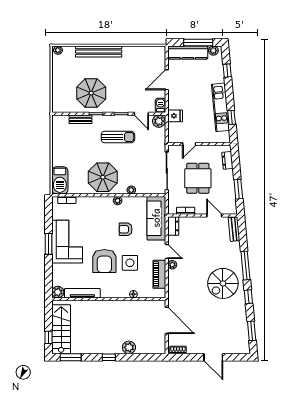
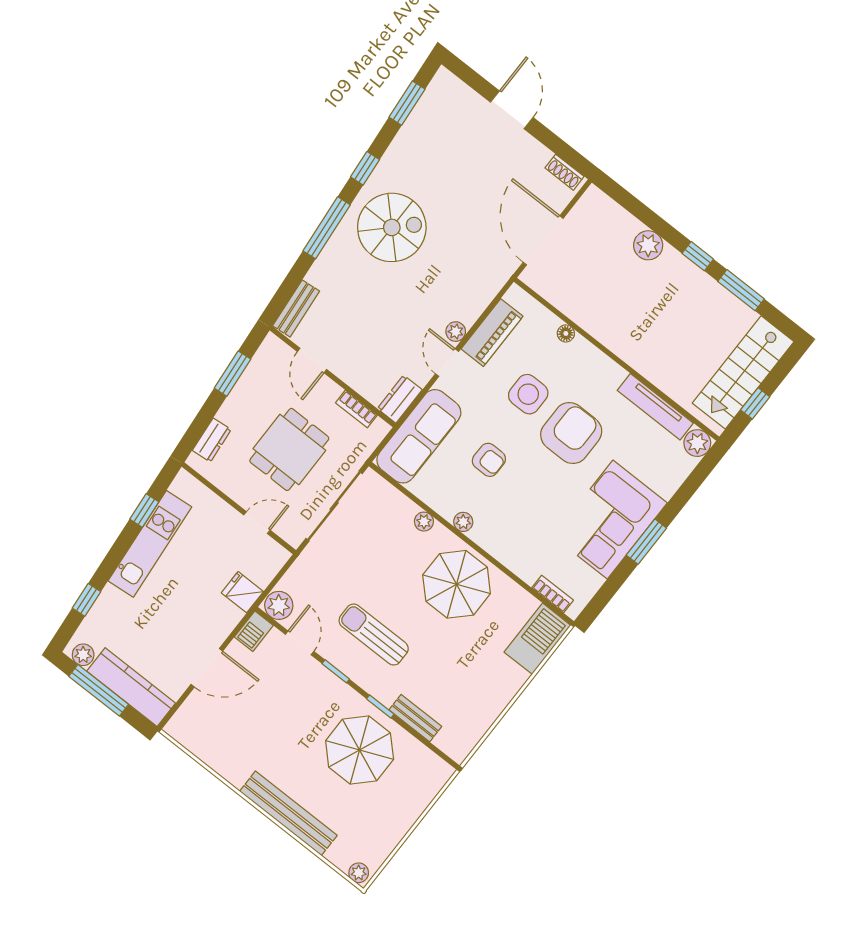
window: (48, 337) -> (755, 403), moved
window: (71, 357) -> (741, 290), moved

